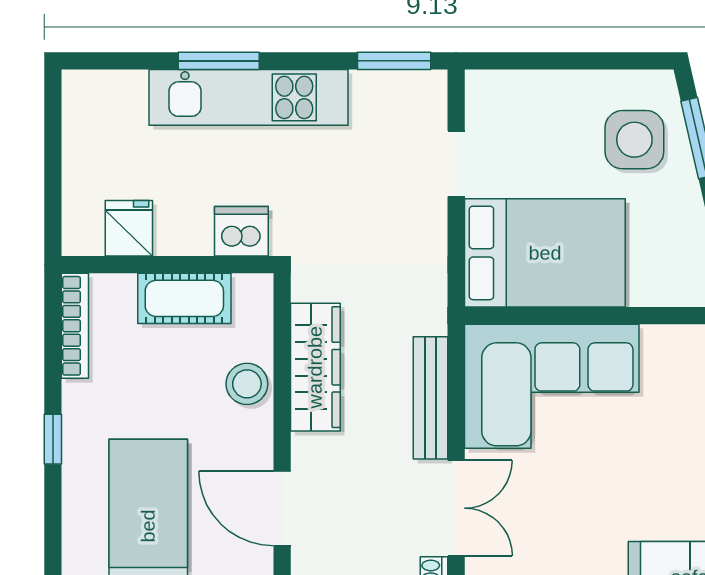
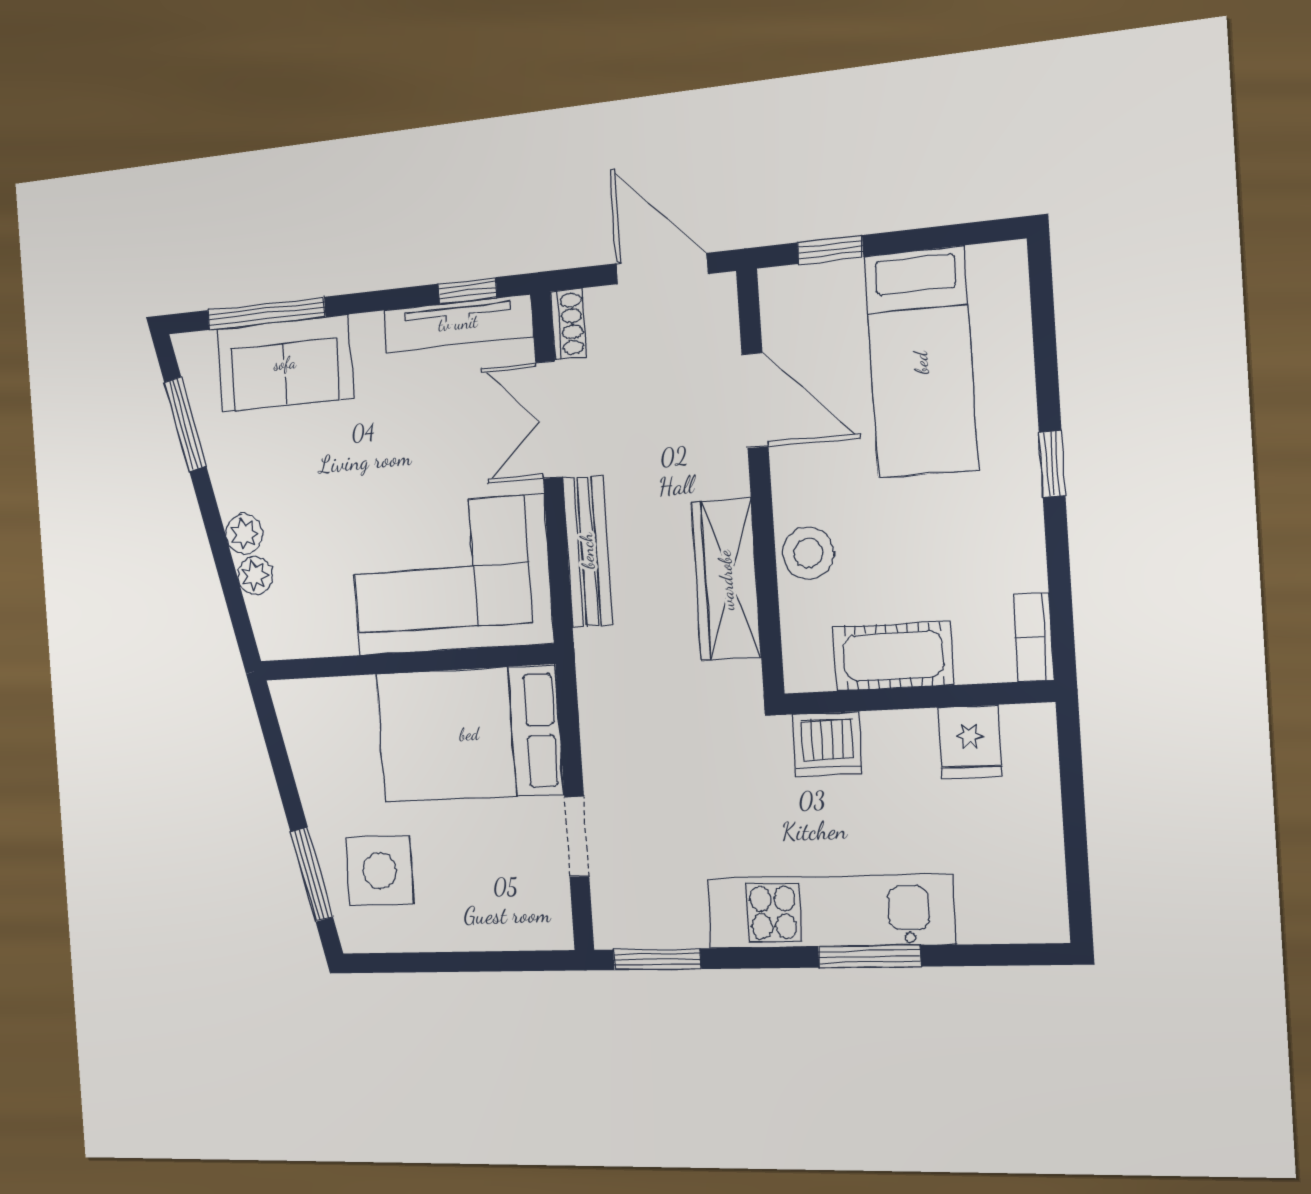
bookcase: (75, 326) -> (1034, 637), width x0.64

